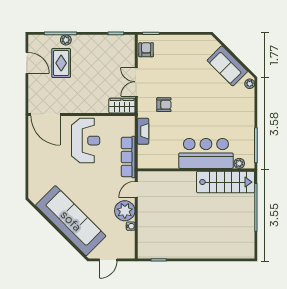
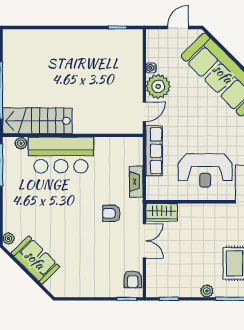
plant: (66, 40) -> (207, 291), moved
reception desk: (86, 141) -> (205, 170), turned -90

